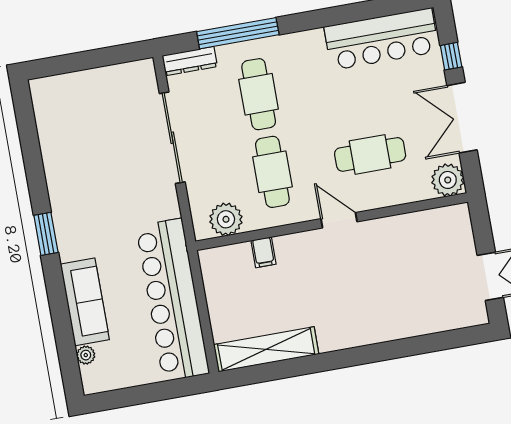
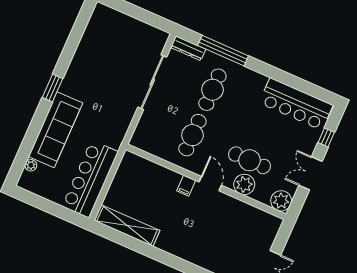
double door: (462, 118) -> (310, 173), width x0.73
plant: (226, 219) -> (244, 184), moved
filing cabinet: (263, 252) -> (186, 186), moved
bar counter: (173, 300) -> (90, 179), width x0.73
sofa: (85, 302) -> (56, 130), width x1.36, depth x1.27

